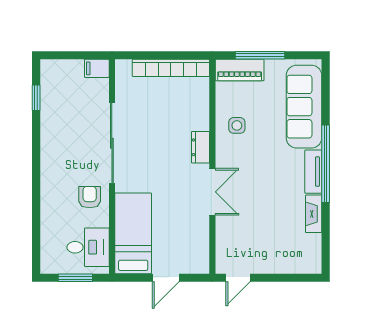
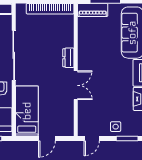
side table: (237, 125) -> (116, 127), moved
window: (295, 278) -> (127, 138), added

